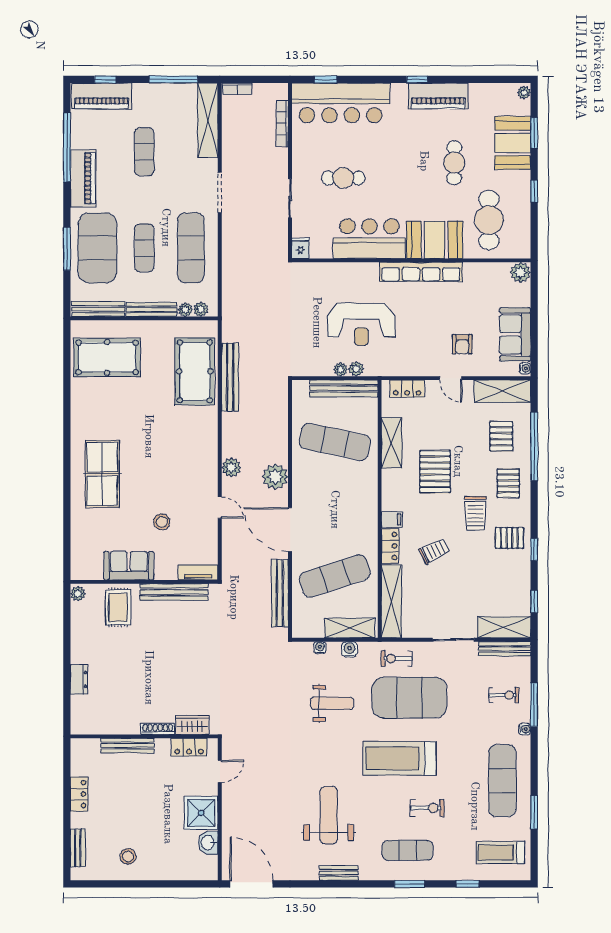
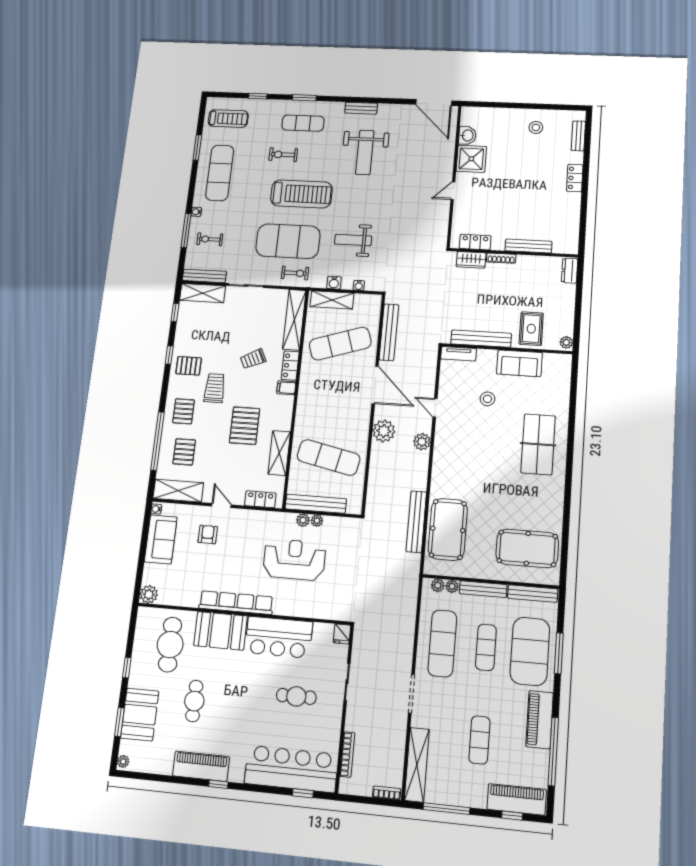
wardrobe: (192, 725) -> (471, 260), moved
shoe rack: (158, 729) -> (501, 258), moved
wall: (144, 736) -> (513, 253), moved
bench: (127, 746) -> (528, 246), moved
locker: (189, 747) -> (475, 242), moved

